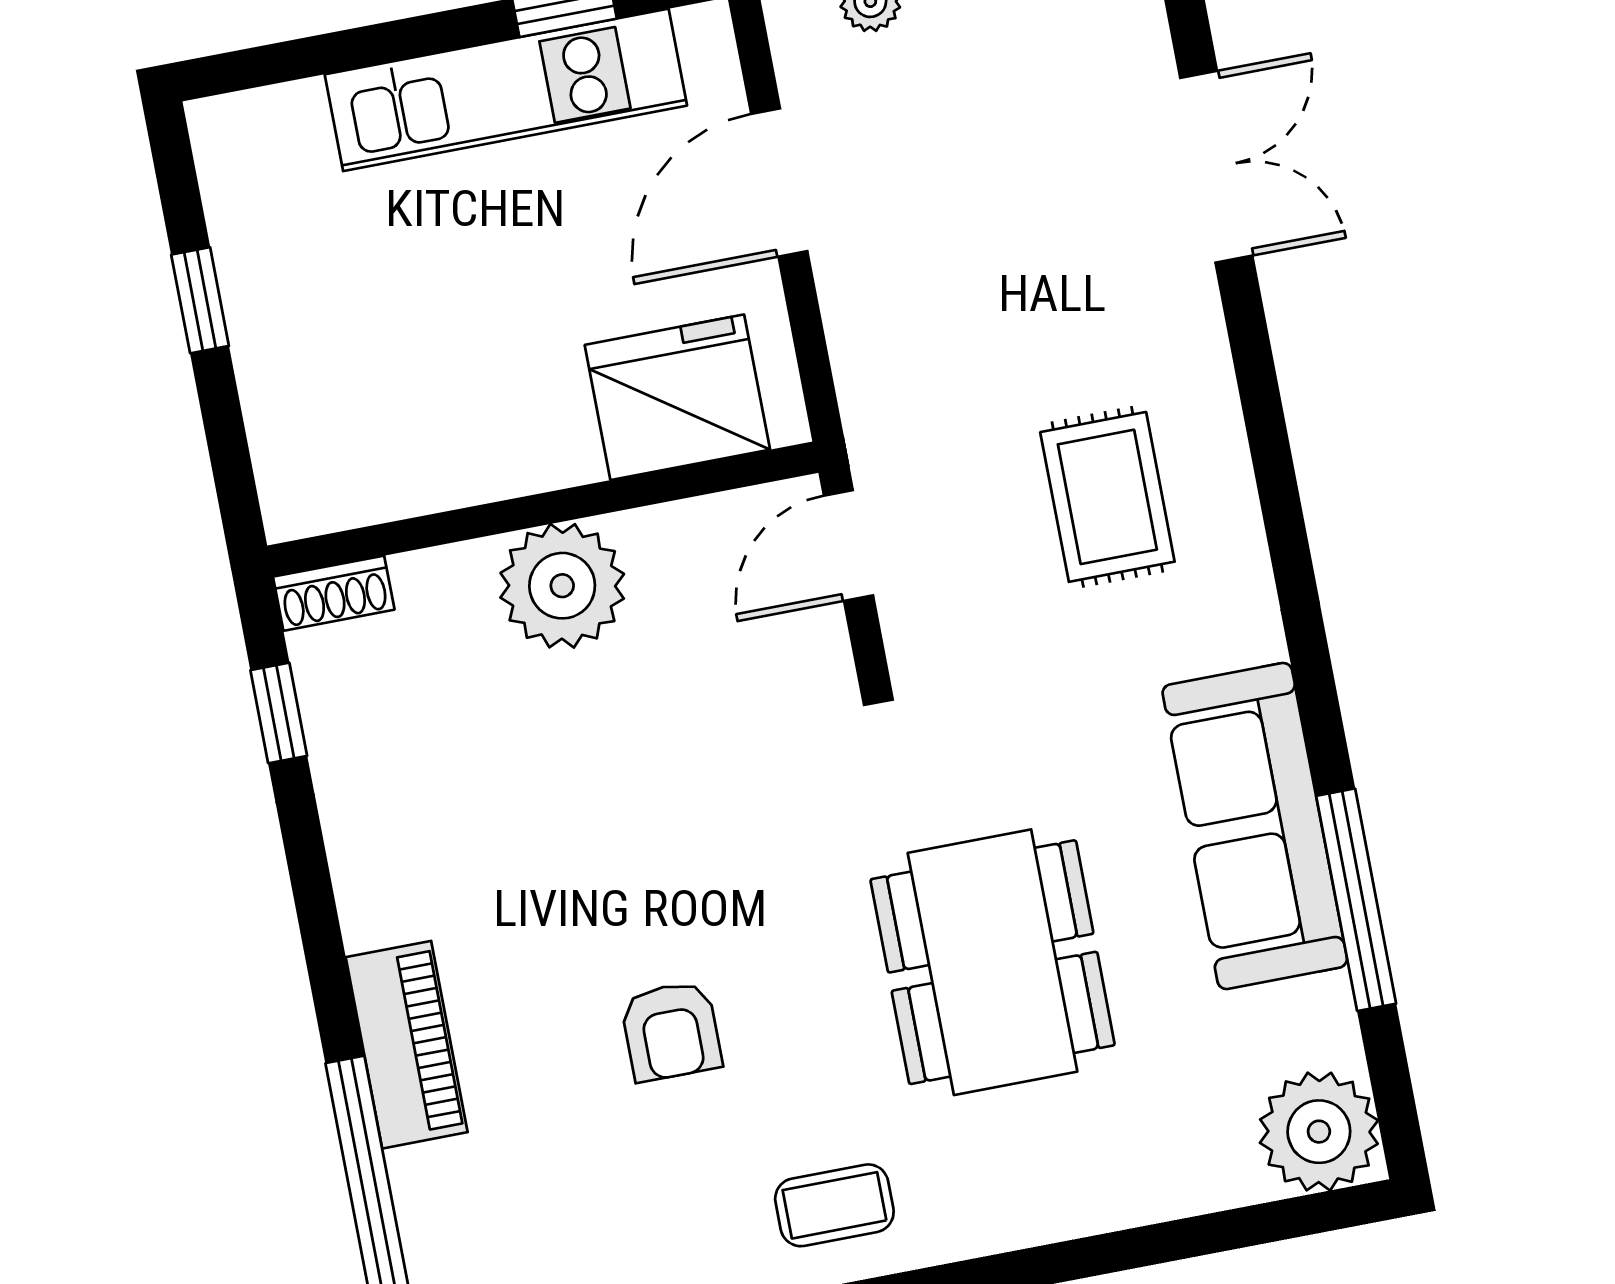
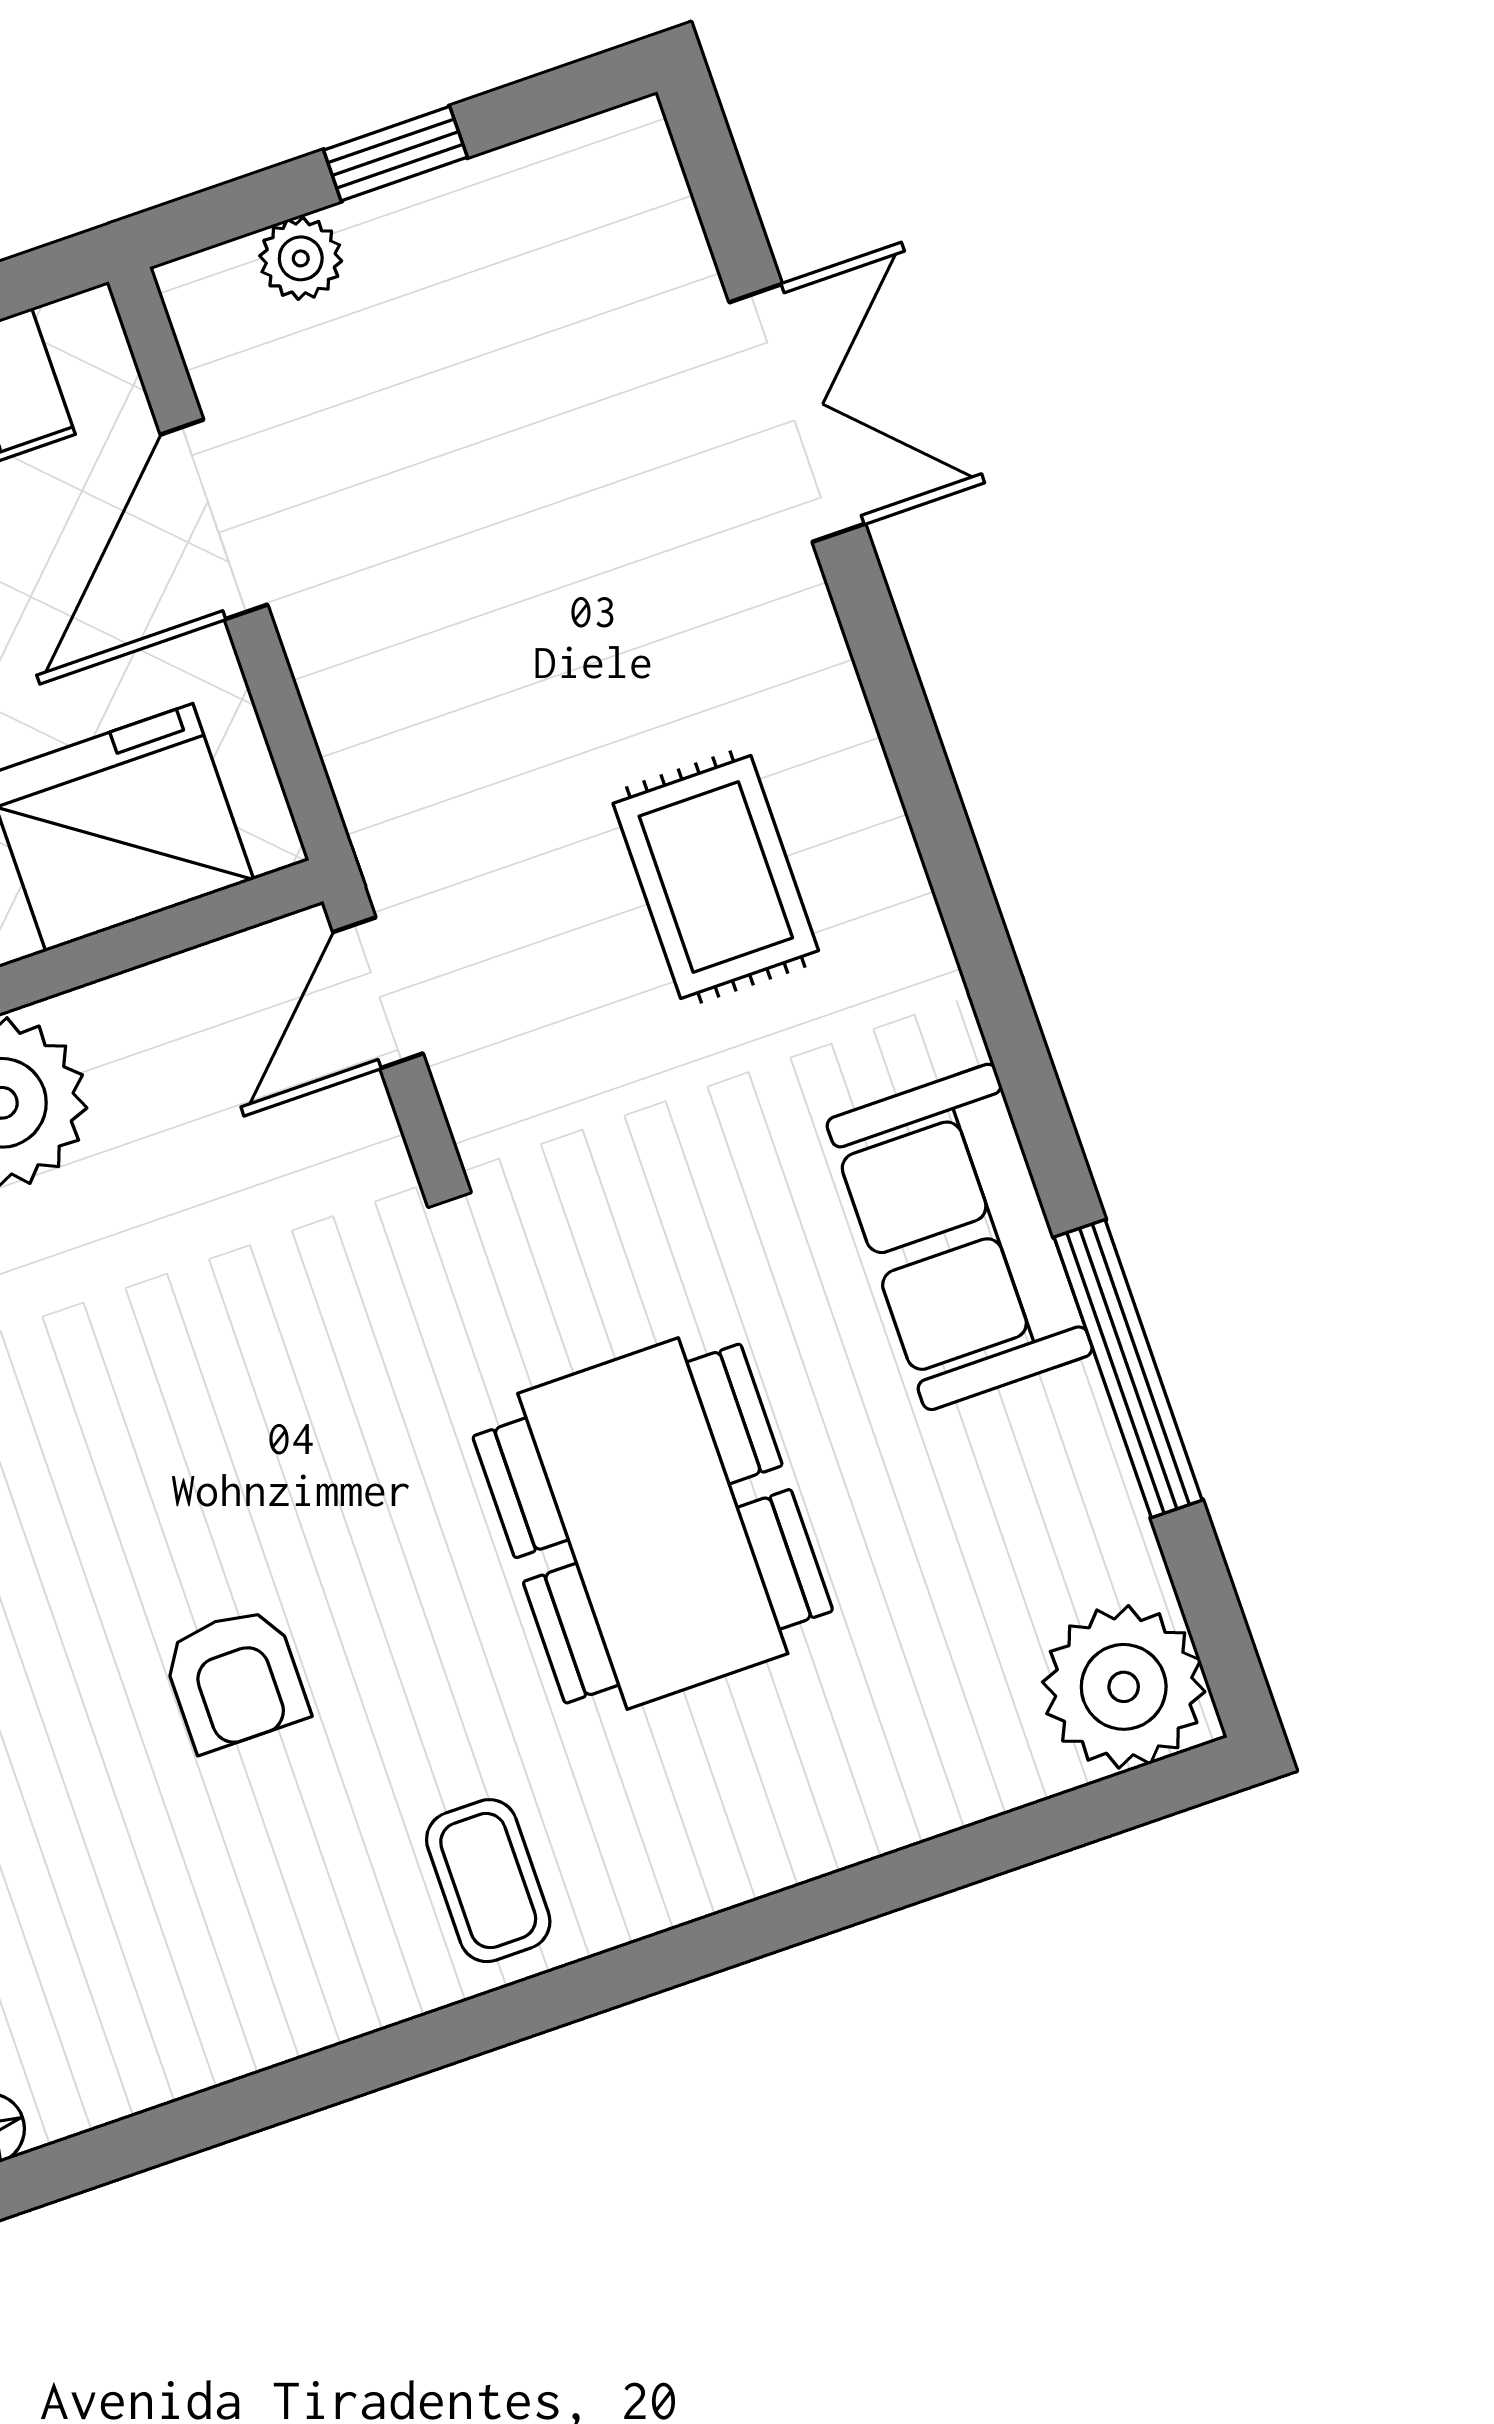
sofa: (1255, 826) -> (960, 1237), width x0.73
coffee table: (834, 1205) -> (488, 1881), turned 90

